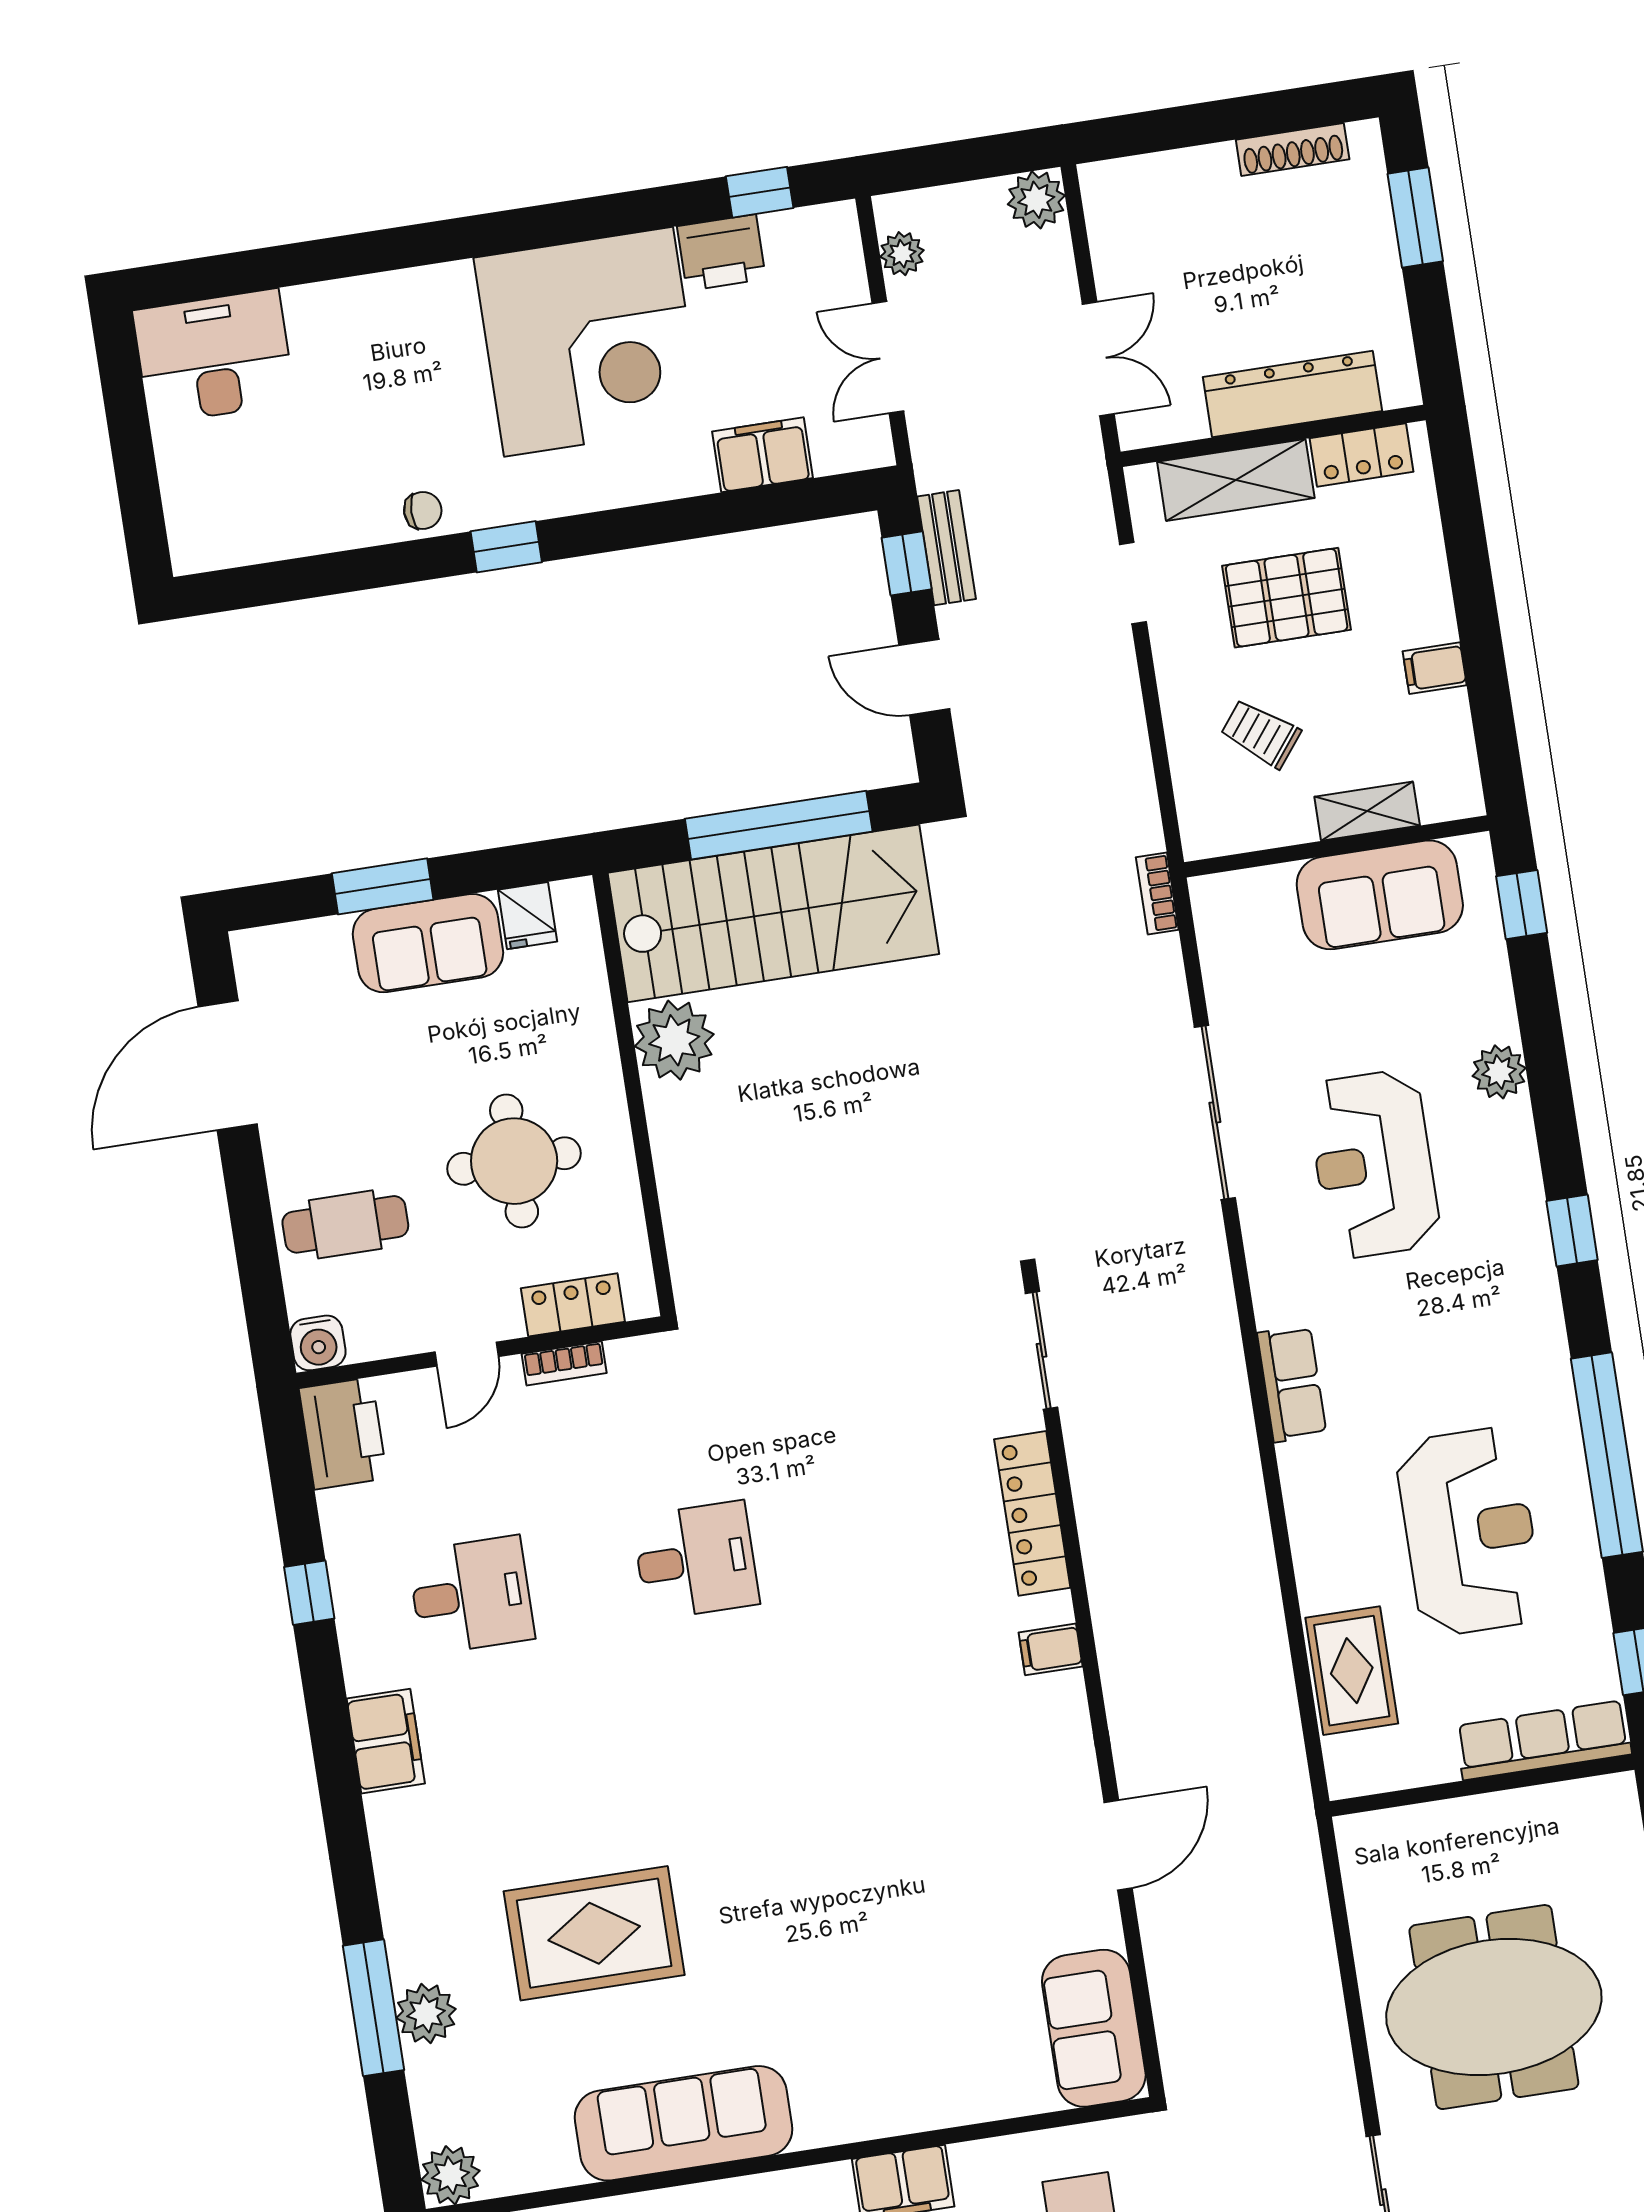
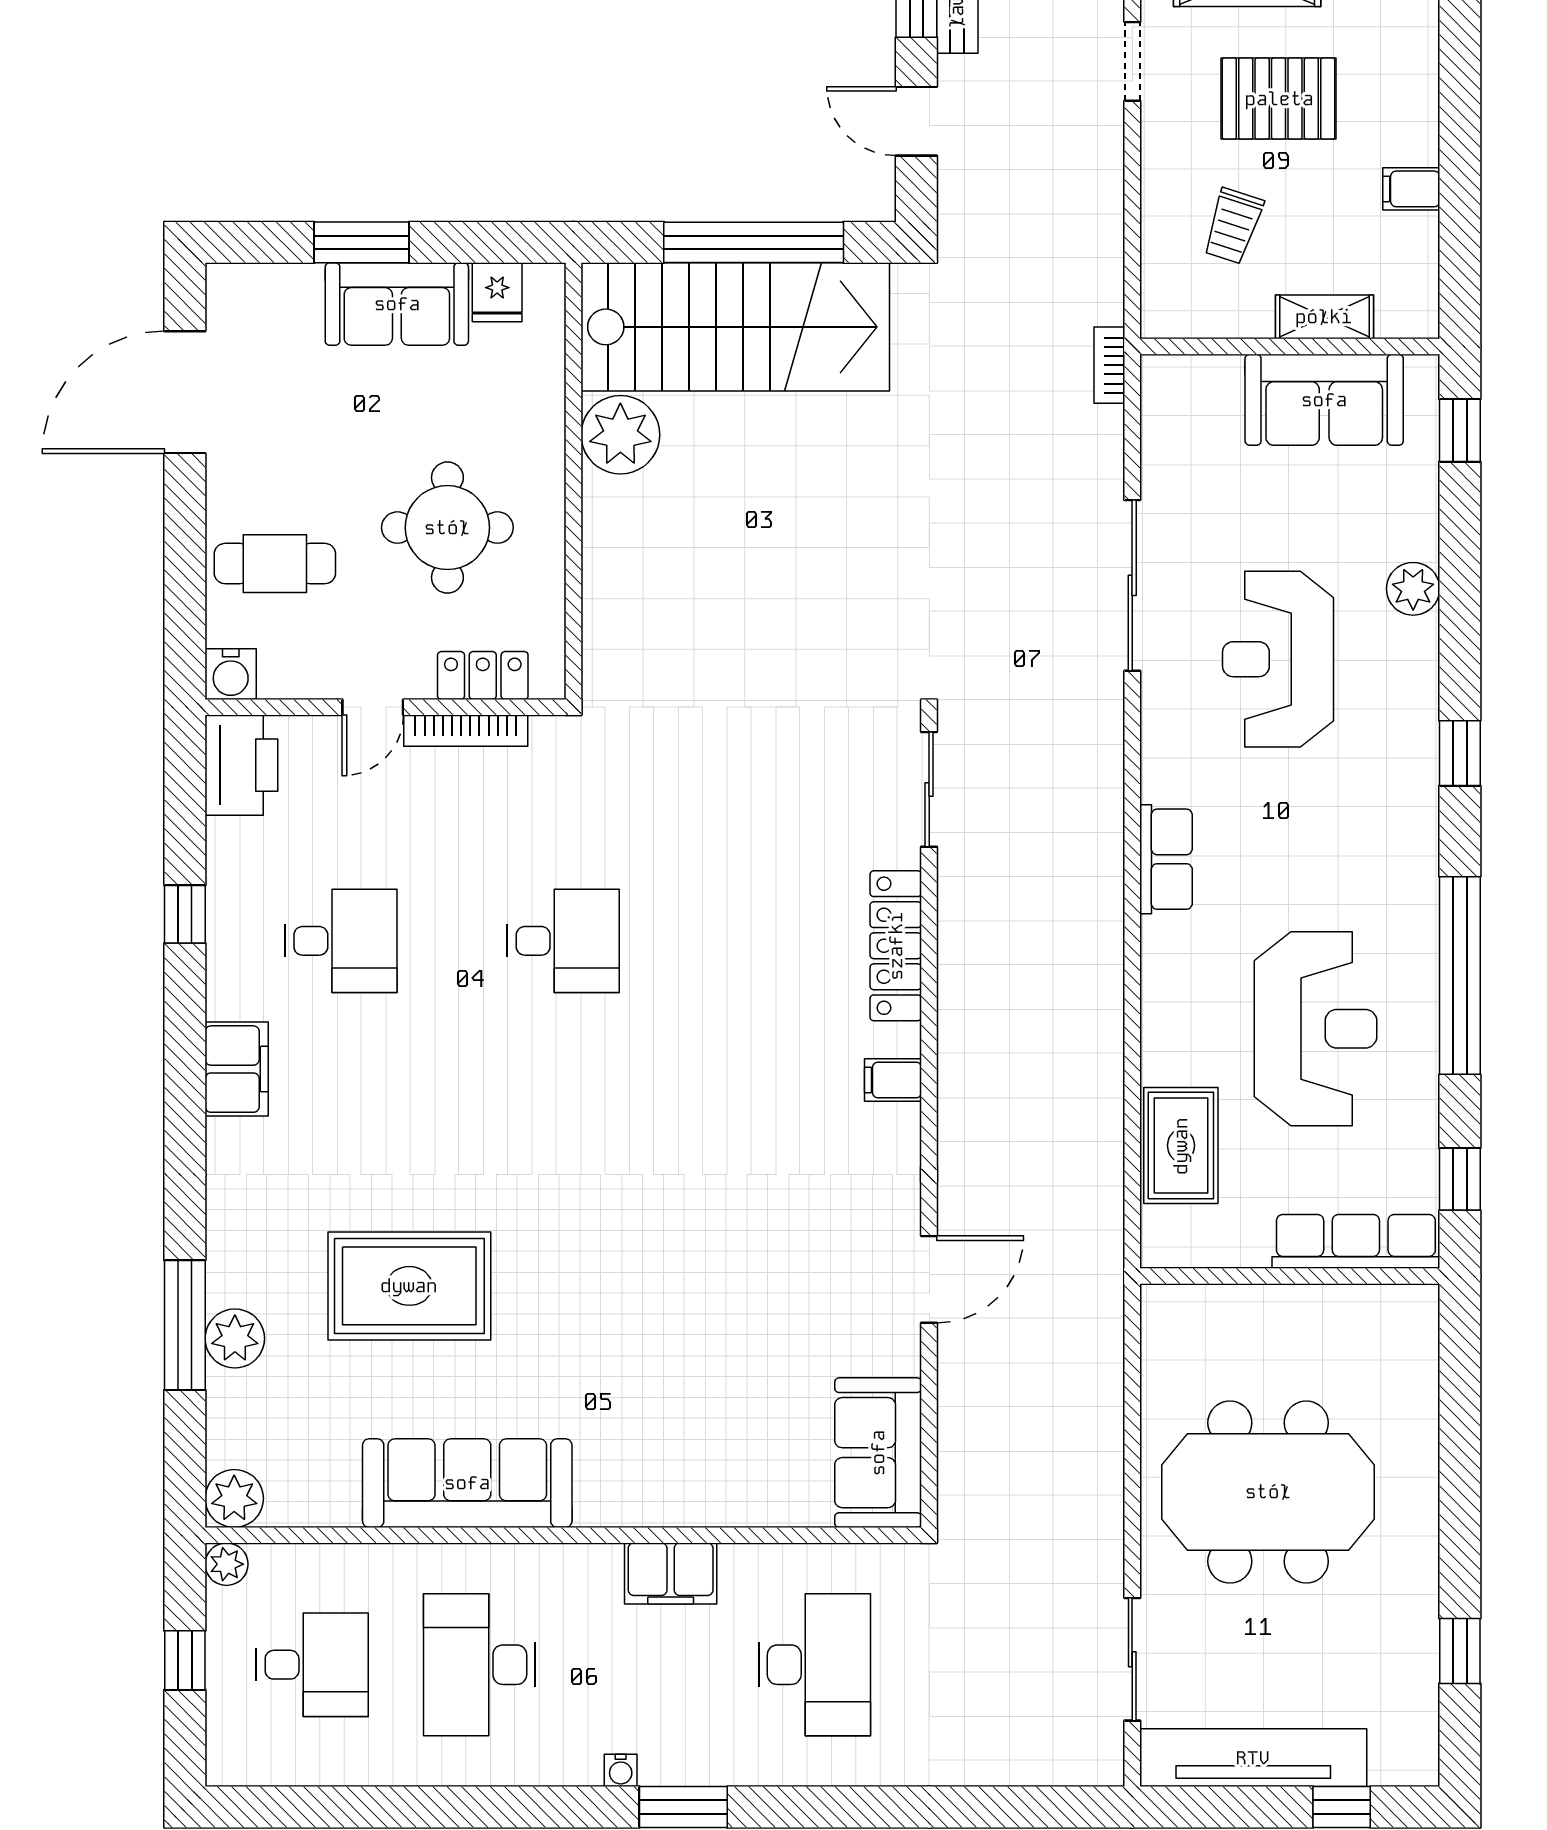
trolley: (1261, 733) -> (1233, 226), turned -110
bookcase: (564, 1363) -> (466, 731), width x1.56

